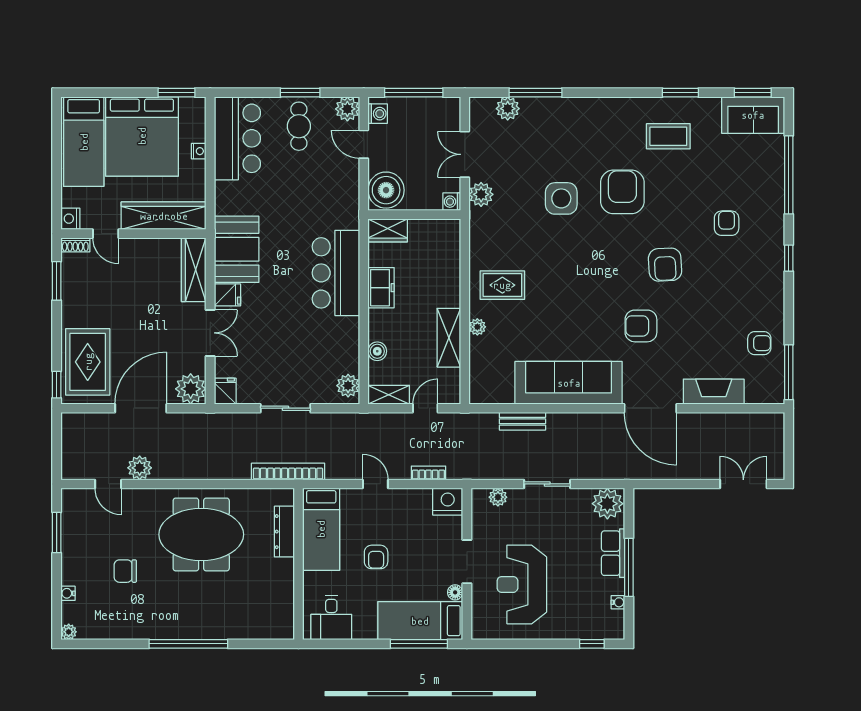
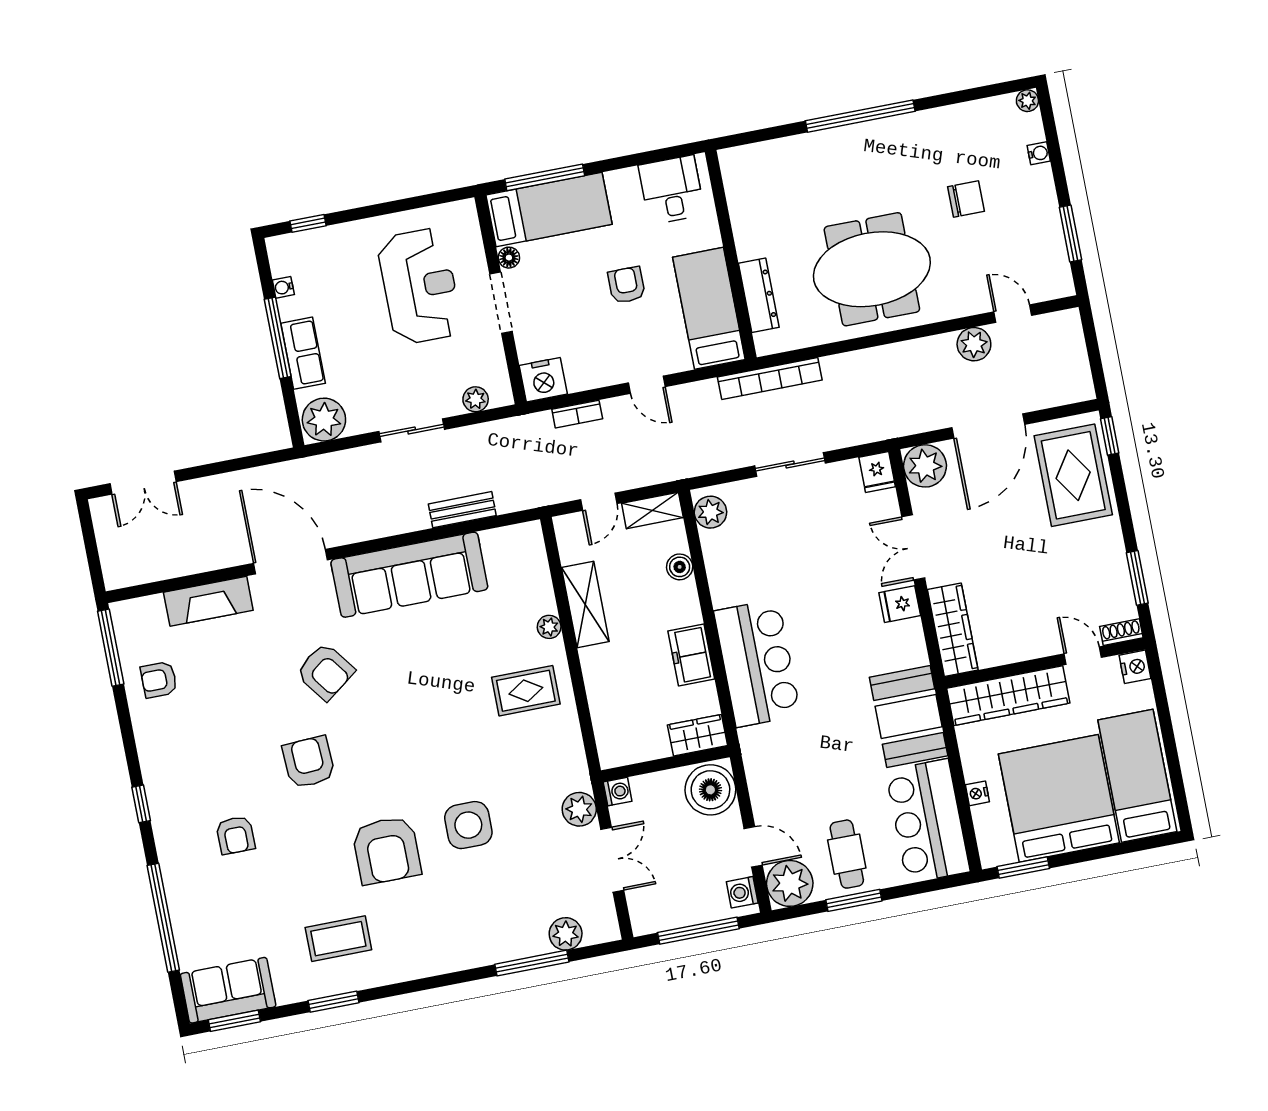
plant: (347, 109) -> (790, 883), width x1.36, depth x1.36
booth: (237, 249) -> (909, 717), moved
armchair: (641, 326) -> (325, 672), turned 53

